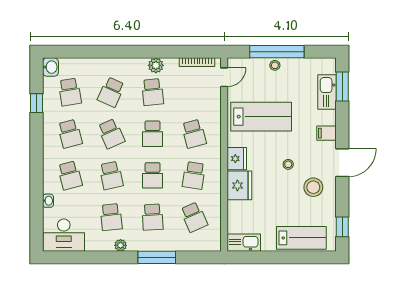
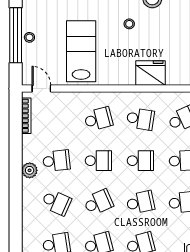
plant: (156, 65) -> (30, 170), moved
fridge: (237, 159) -> (123, 76), removed

